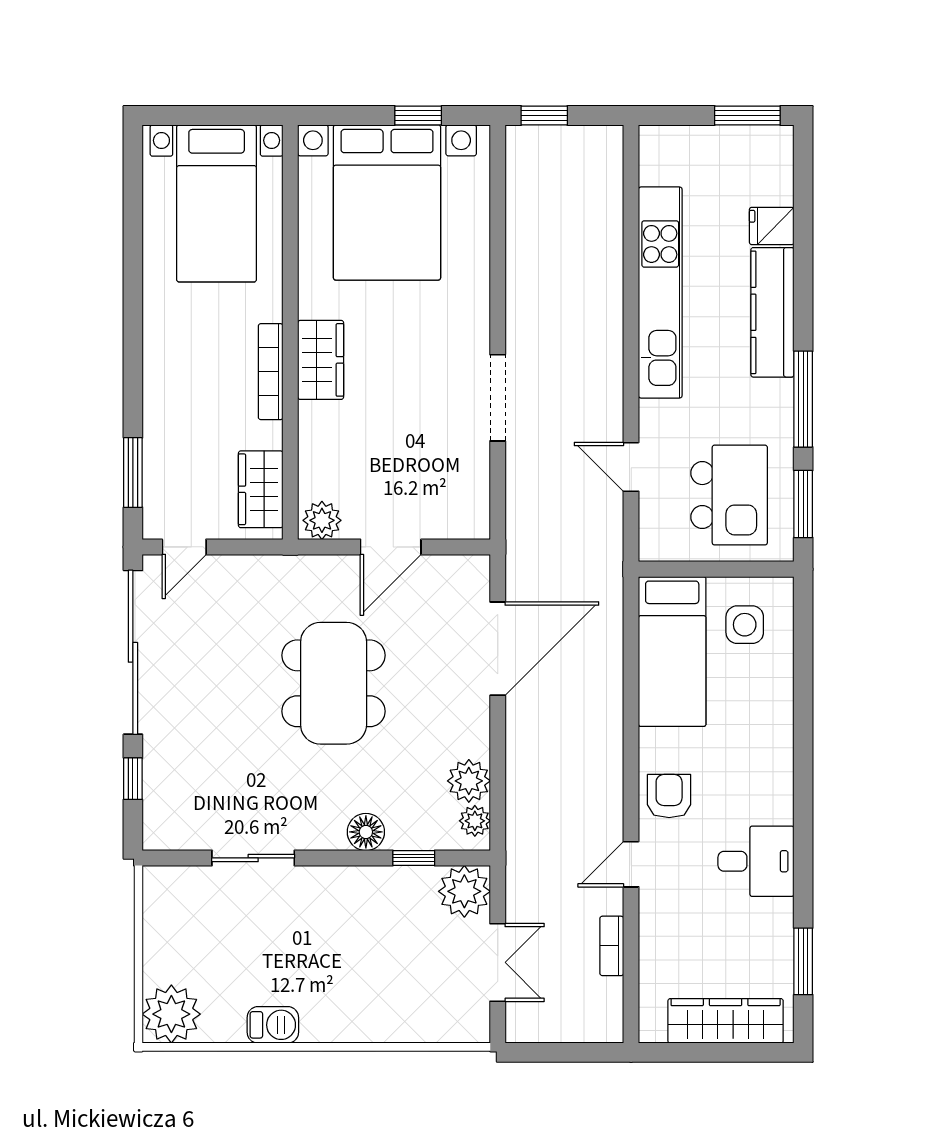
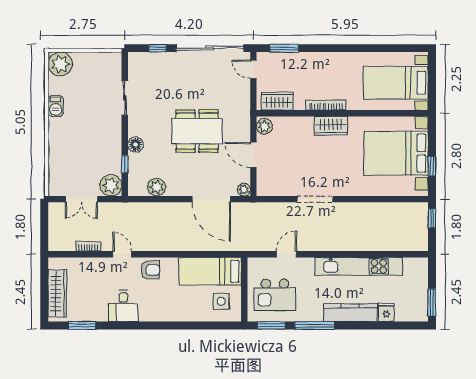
plant: (475, 821) -> (244, 190), moved

